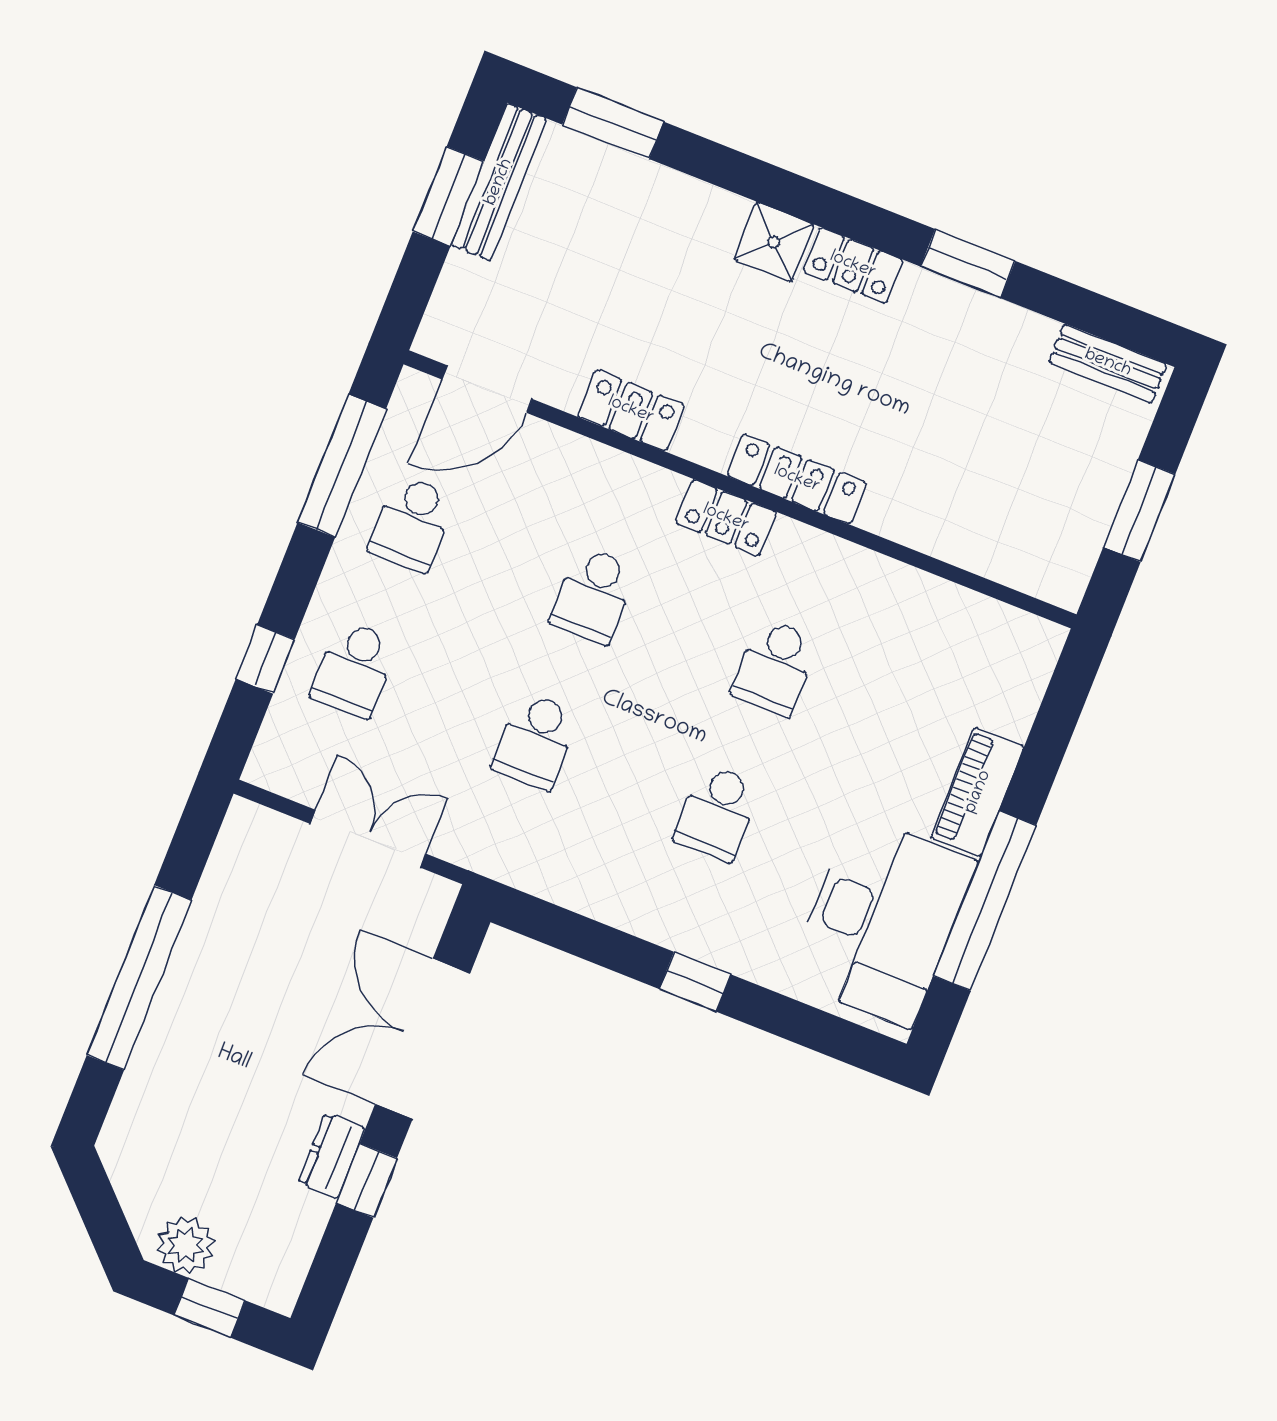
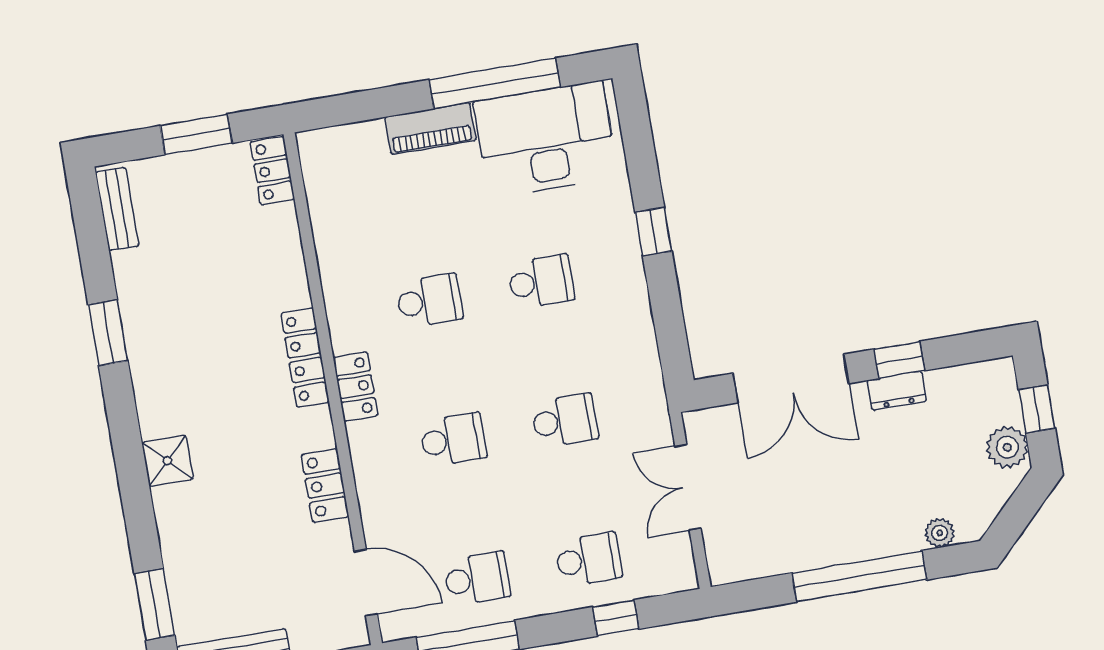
locker: (853, 265) -> (272, 171), moved, turned 180
plant: (133, 1104) -> (940, 533), added

